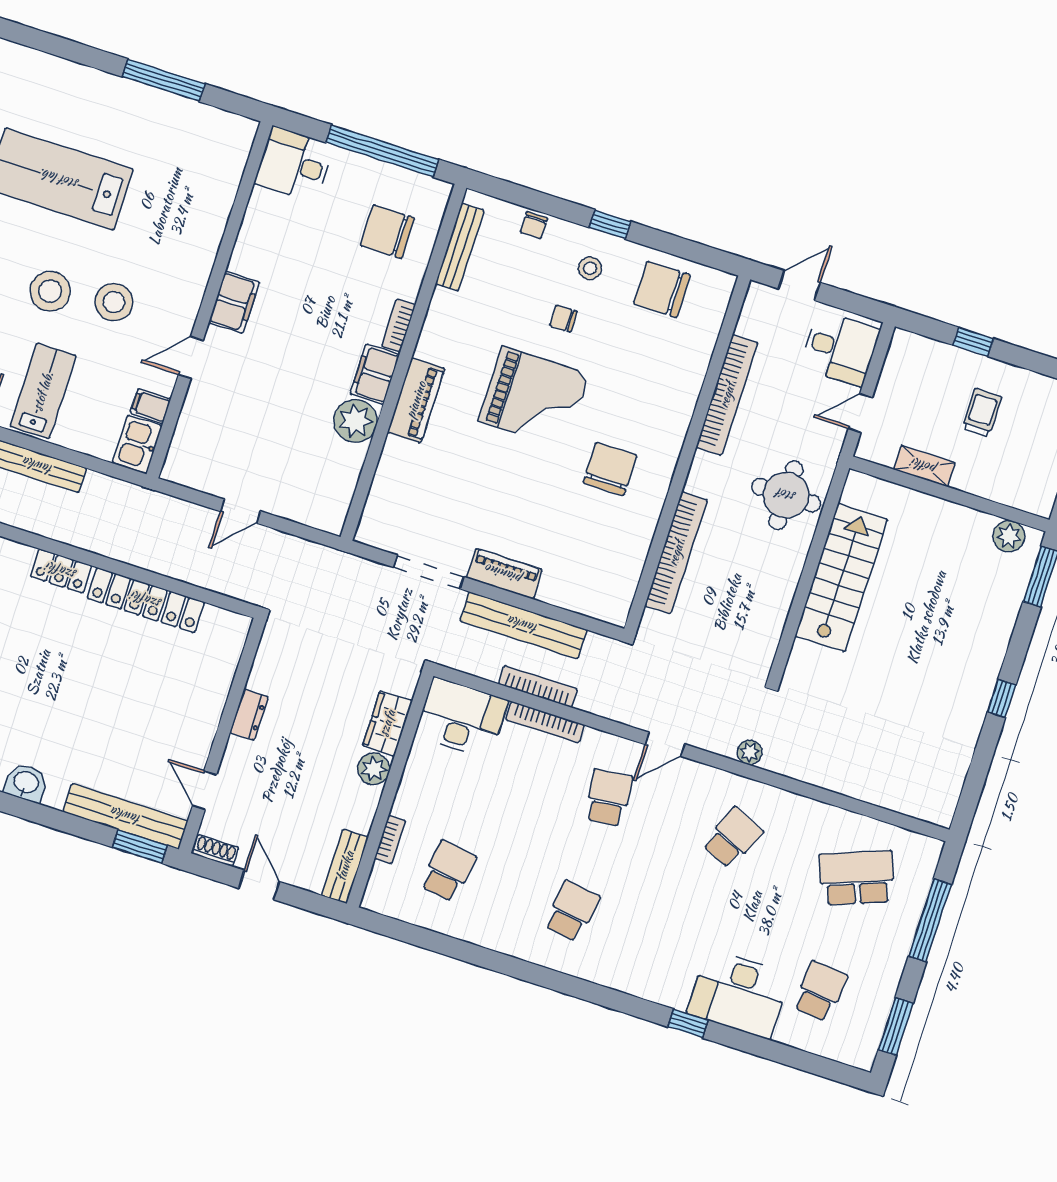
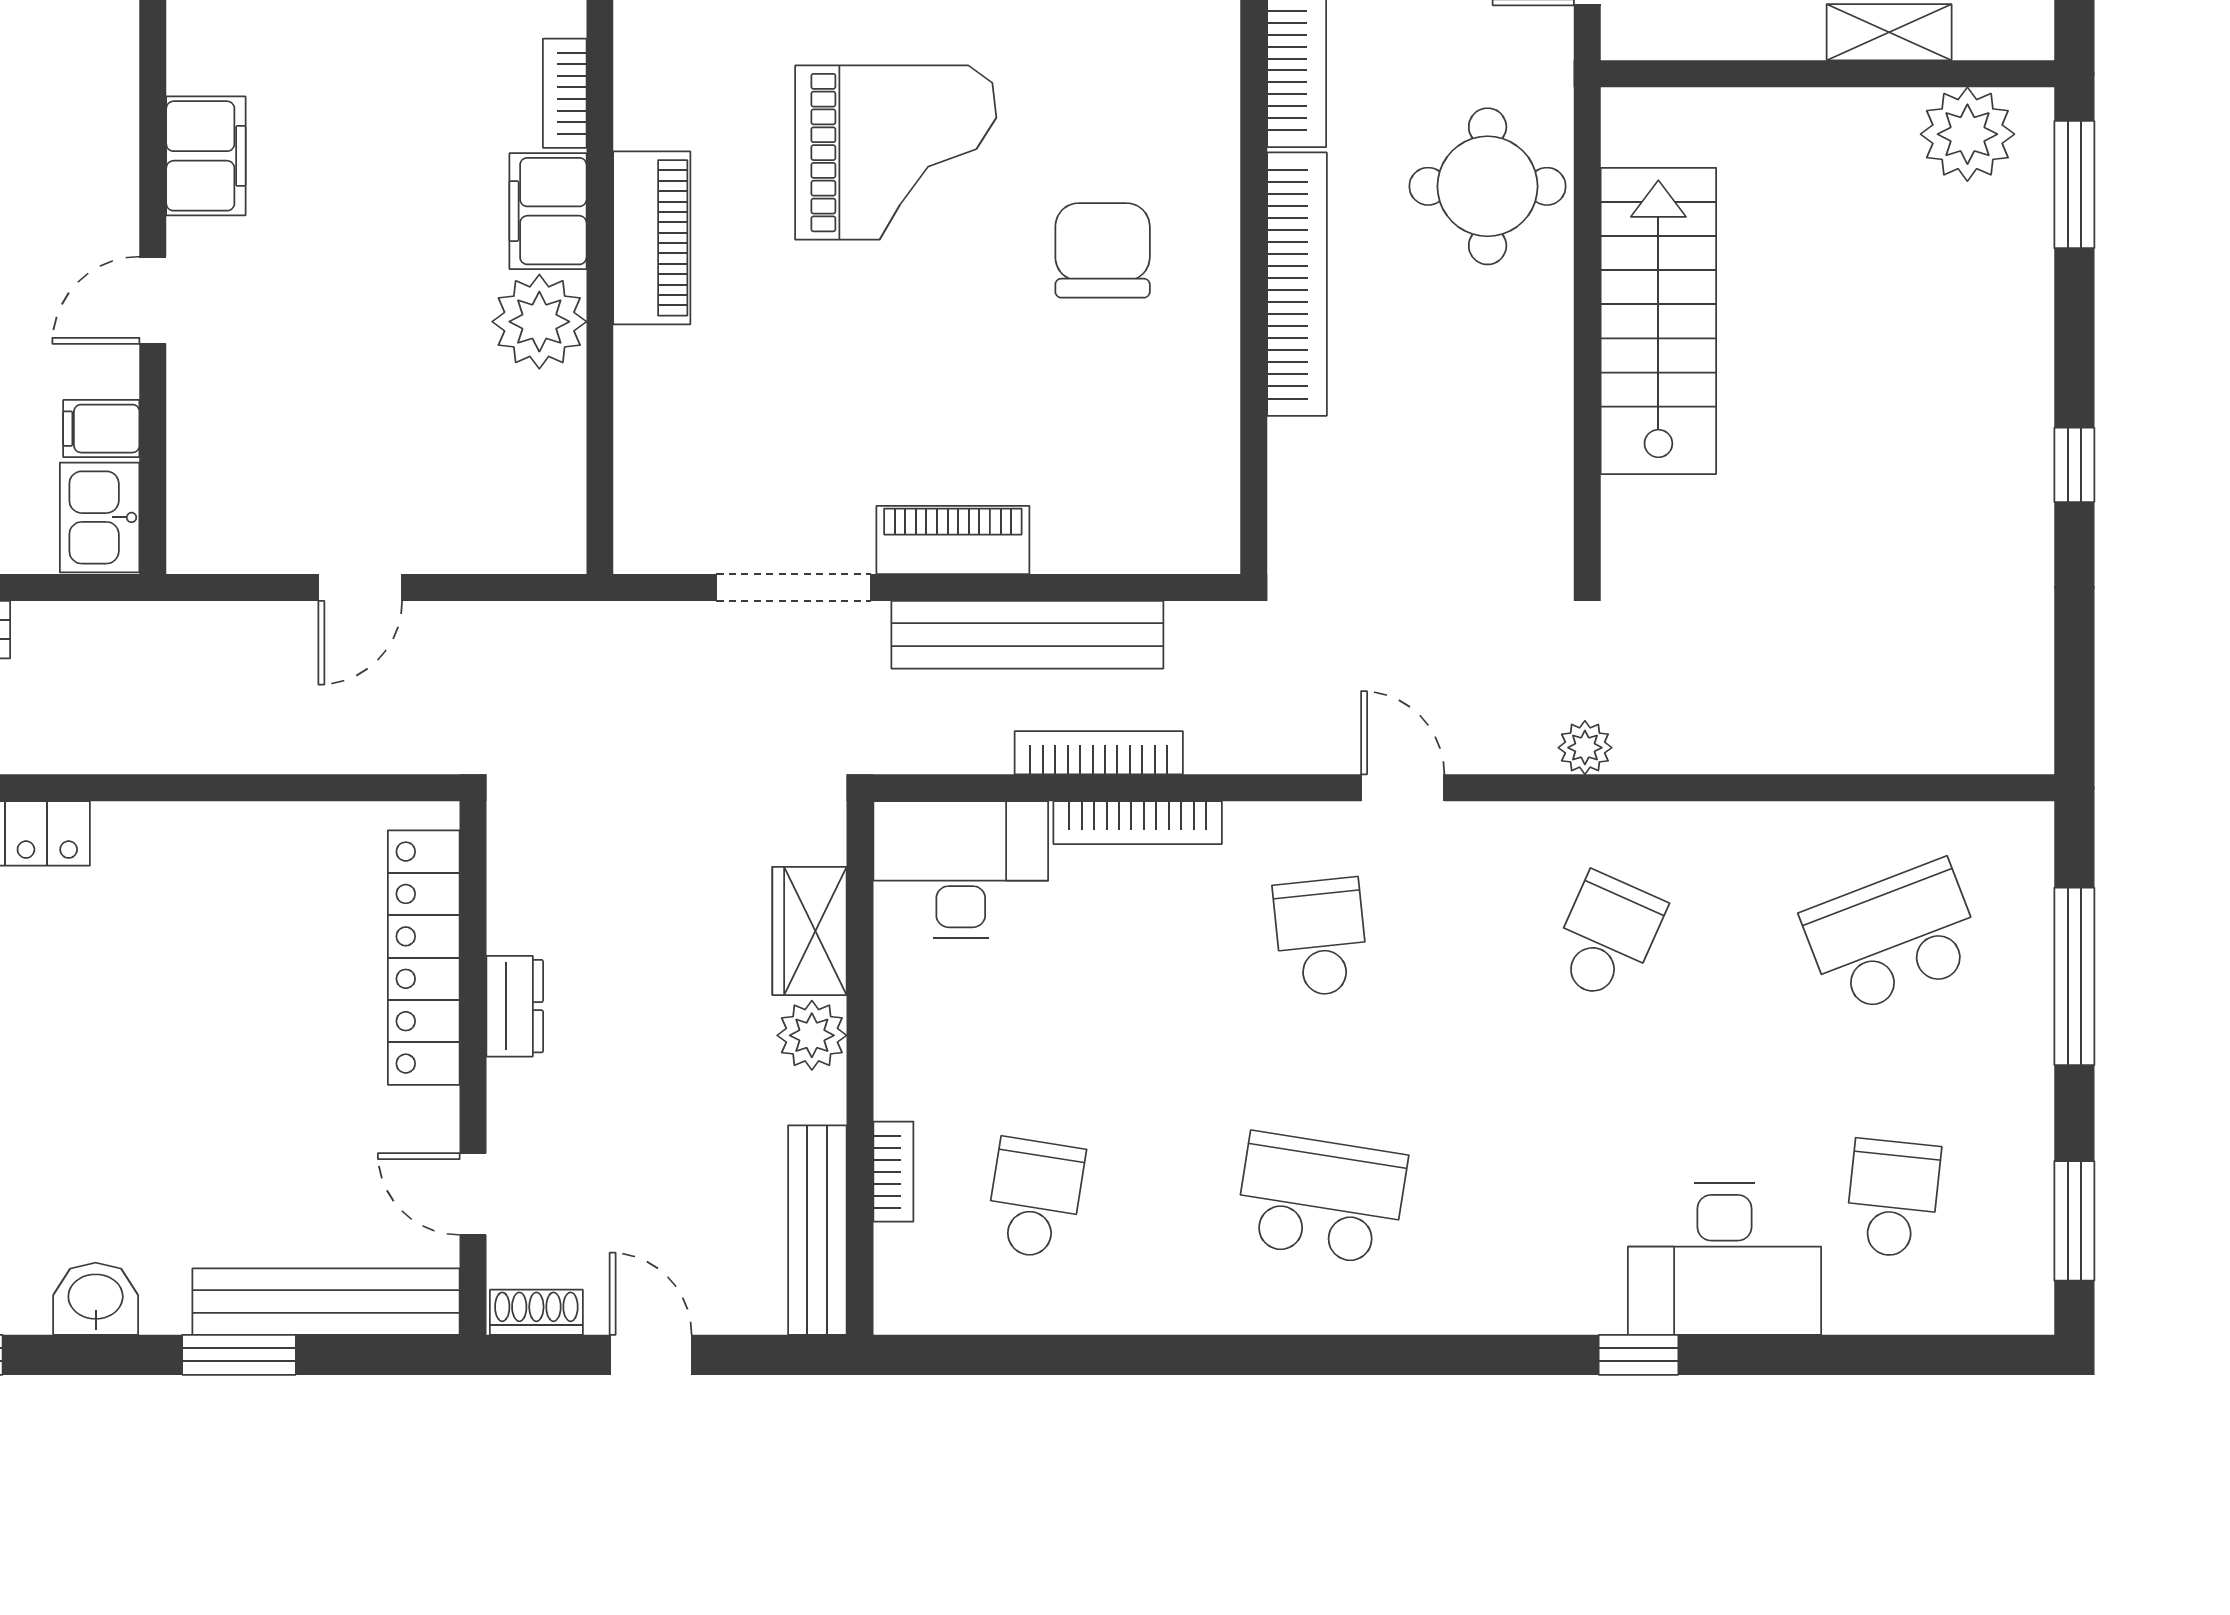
shelving: (924, 466) -> (1889, 32), moved
plant: (1009, 536) -> (1967, 134), width x1.36, depth x1.36
bookcase: (676, 553) -> (1297, 284), moved
locker: (146, 600) -> (424, 958), moved, turned 90
door: (665, 744) -> (1403, 788), swing flipped
window: (140, 846) -> (239, 1355), moved
bench: (345, 866) -> (817, 1230), width x1.36
school desk: (572, 911) -> (1321, 1199), width x1.85

